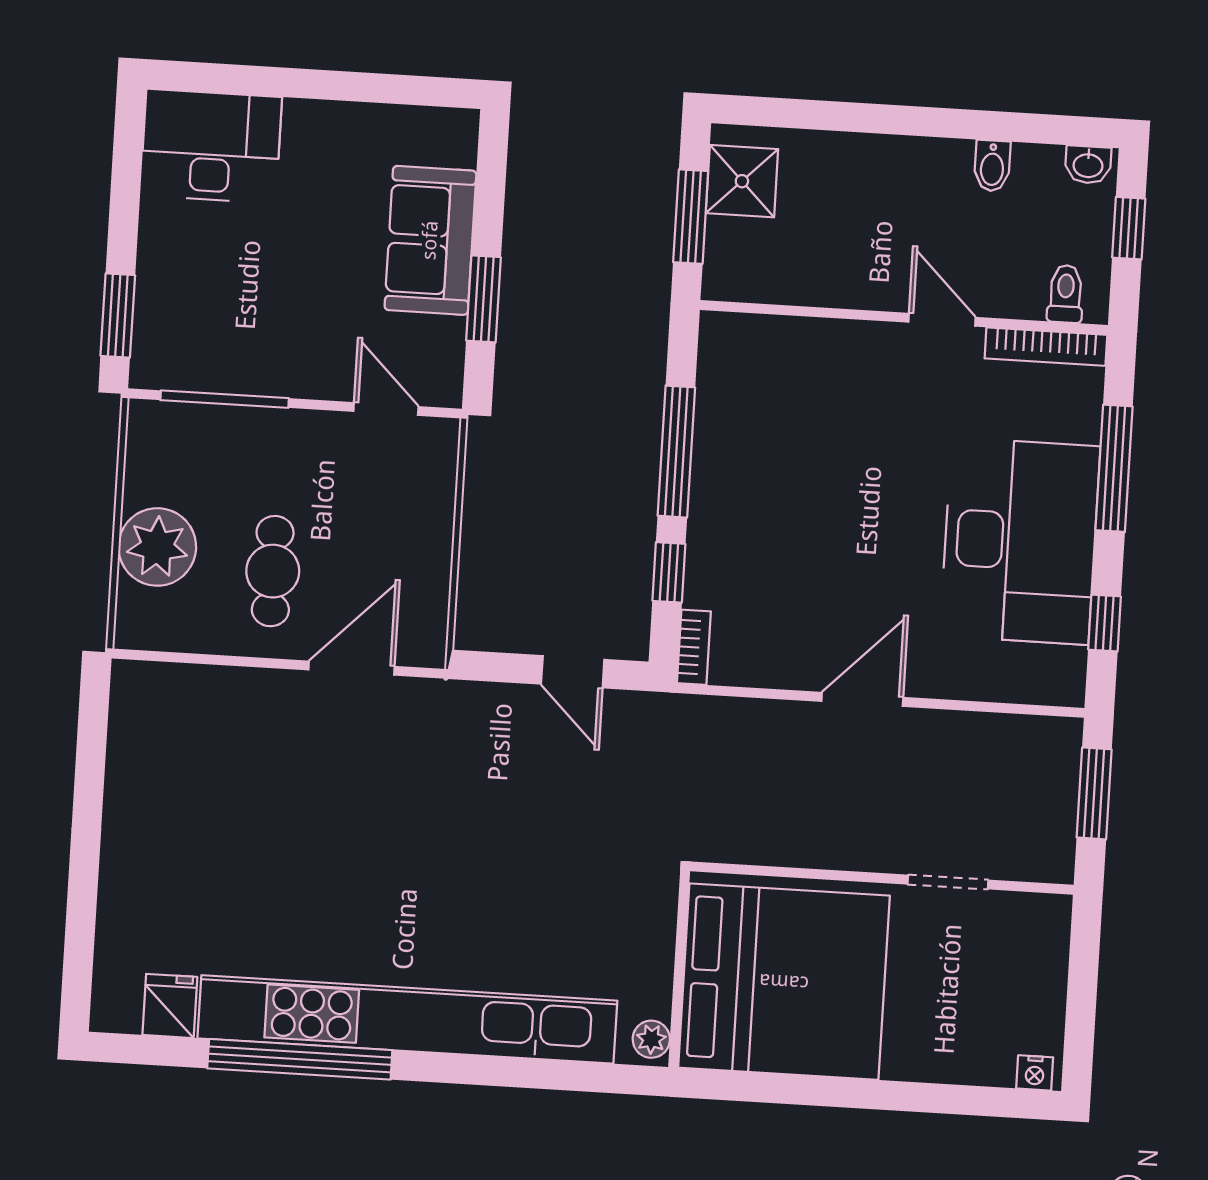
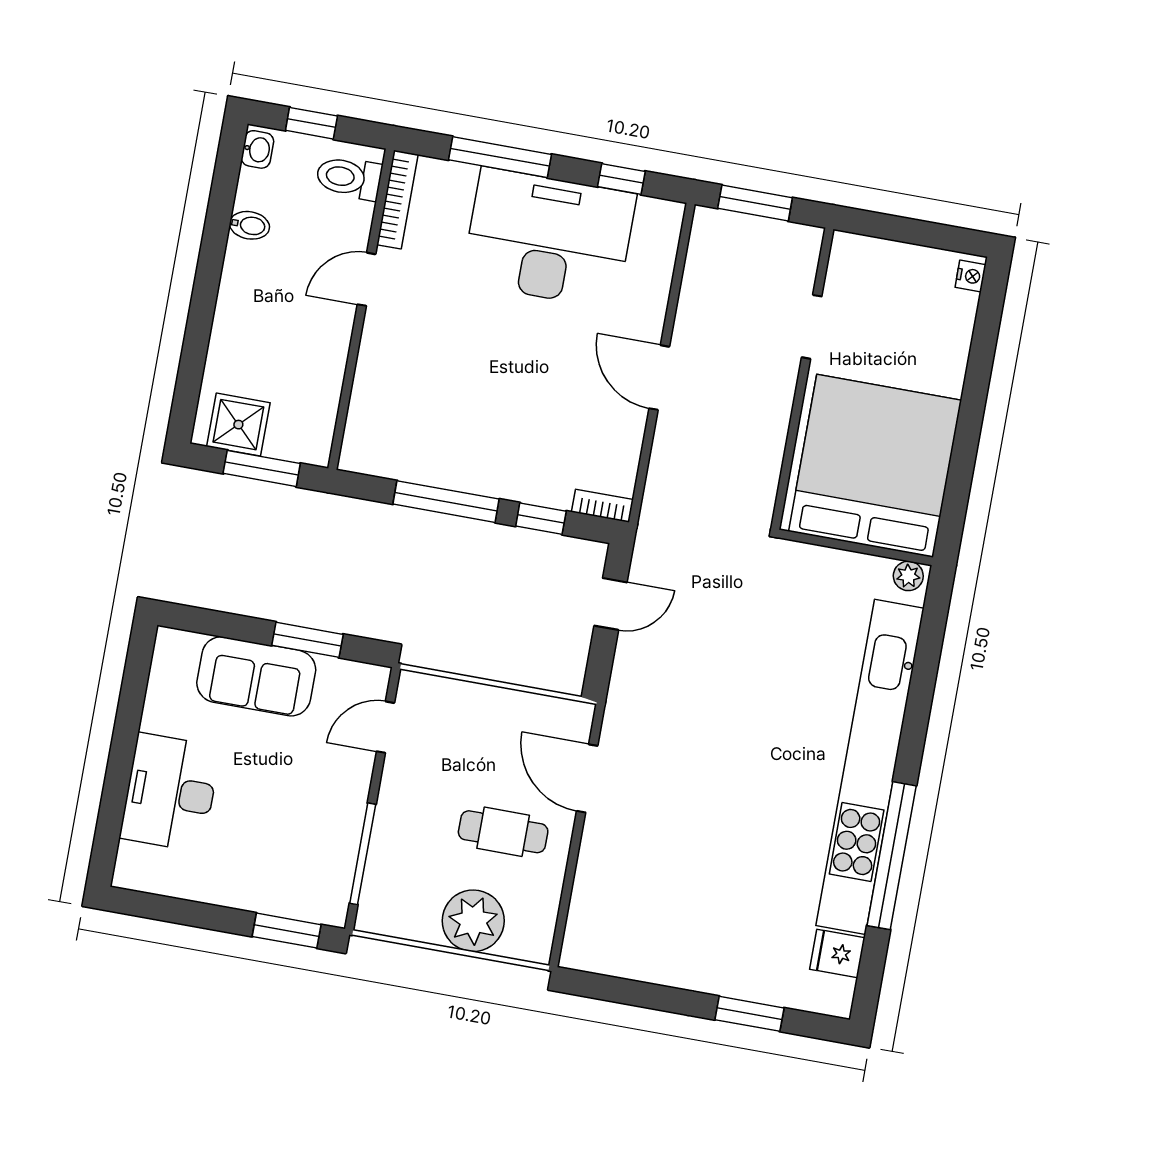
desk: (211, 146) -> (170, 792), moved
toilet: (1066, 294) -> (349, 178), width x1.37, depth x1.39
window: (82, 905) -> (749, 1014), added

